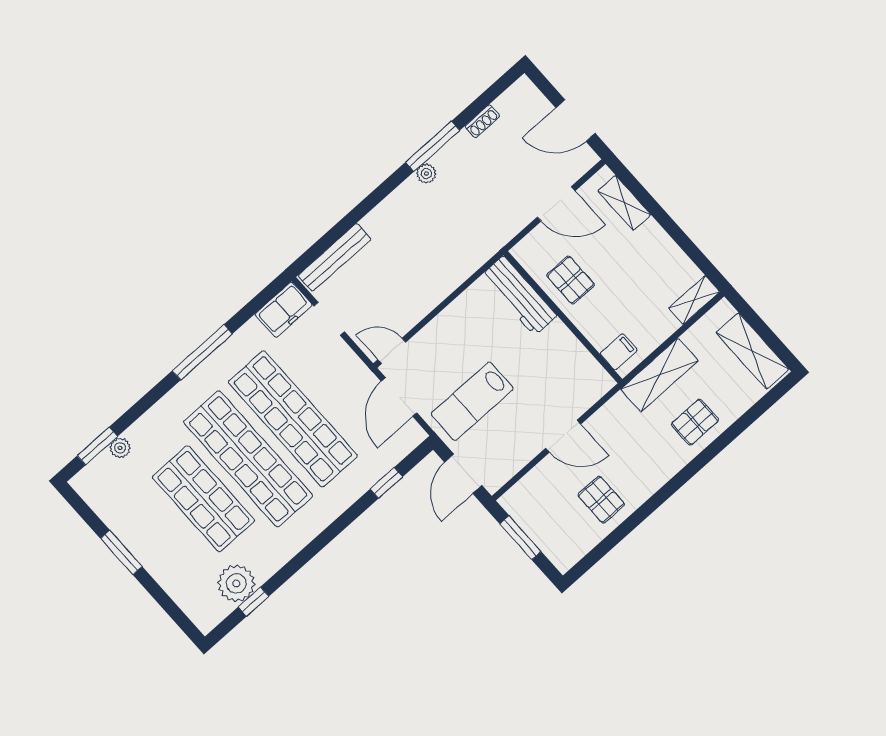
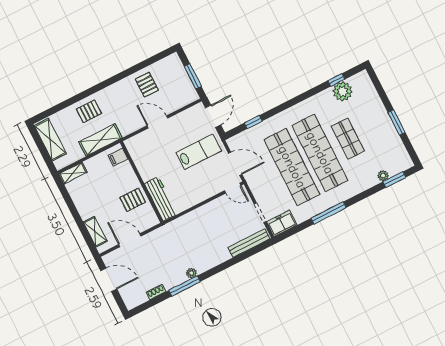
pallet: (571, 280) -> (133, 200), turned 90
door: (399, 397) -> (235, 164), hinge flipped
shop shelf: (203, 499) -> (348, 139), width x0.70, depth x0.74

